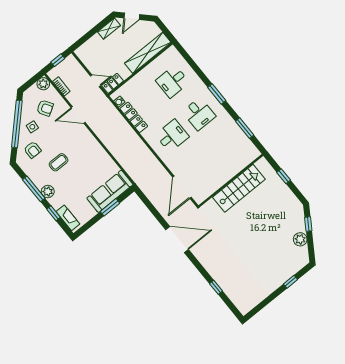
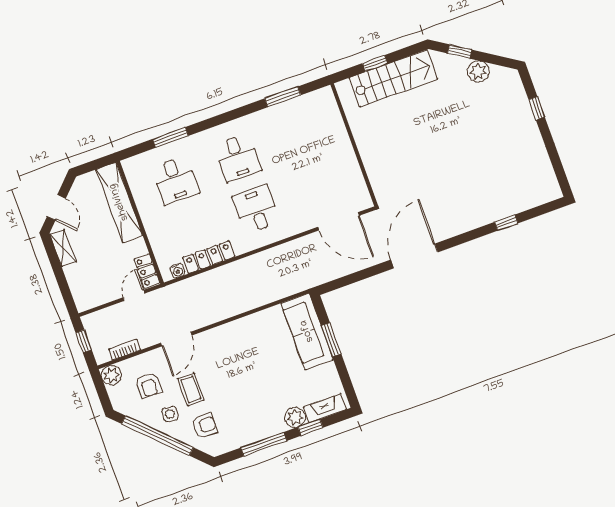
window: (217, 94) -> (171, 137), moved
armchair: (45, 108) -> (149, 385), turned 122
desk: (199, 114) -> (238, 158), turned 90
coffee table: (59, 162) -> (191, 389), moved
stairs: (239, 188) -> (393, 78), moved, turned 90
plant: (48, 192) -> (295, 417), moved

